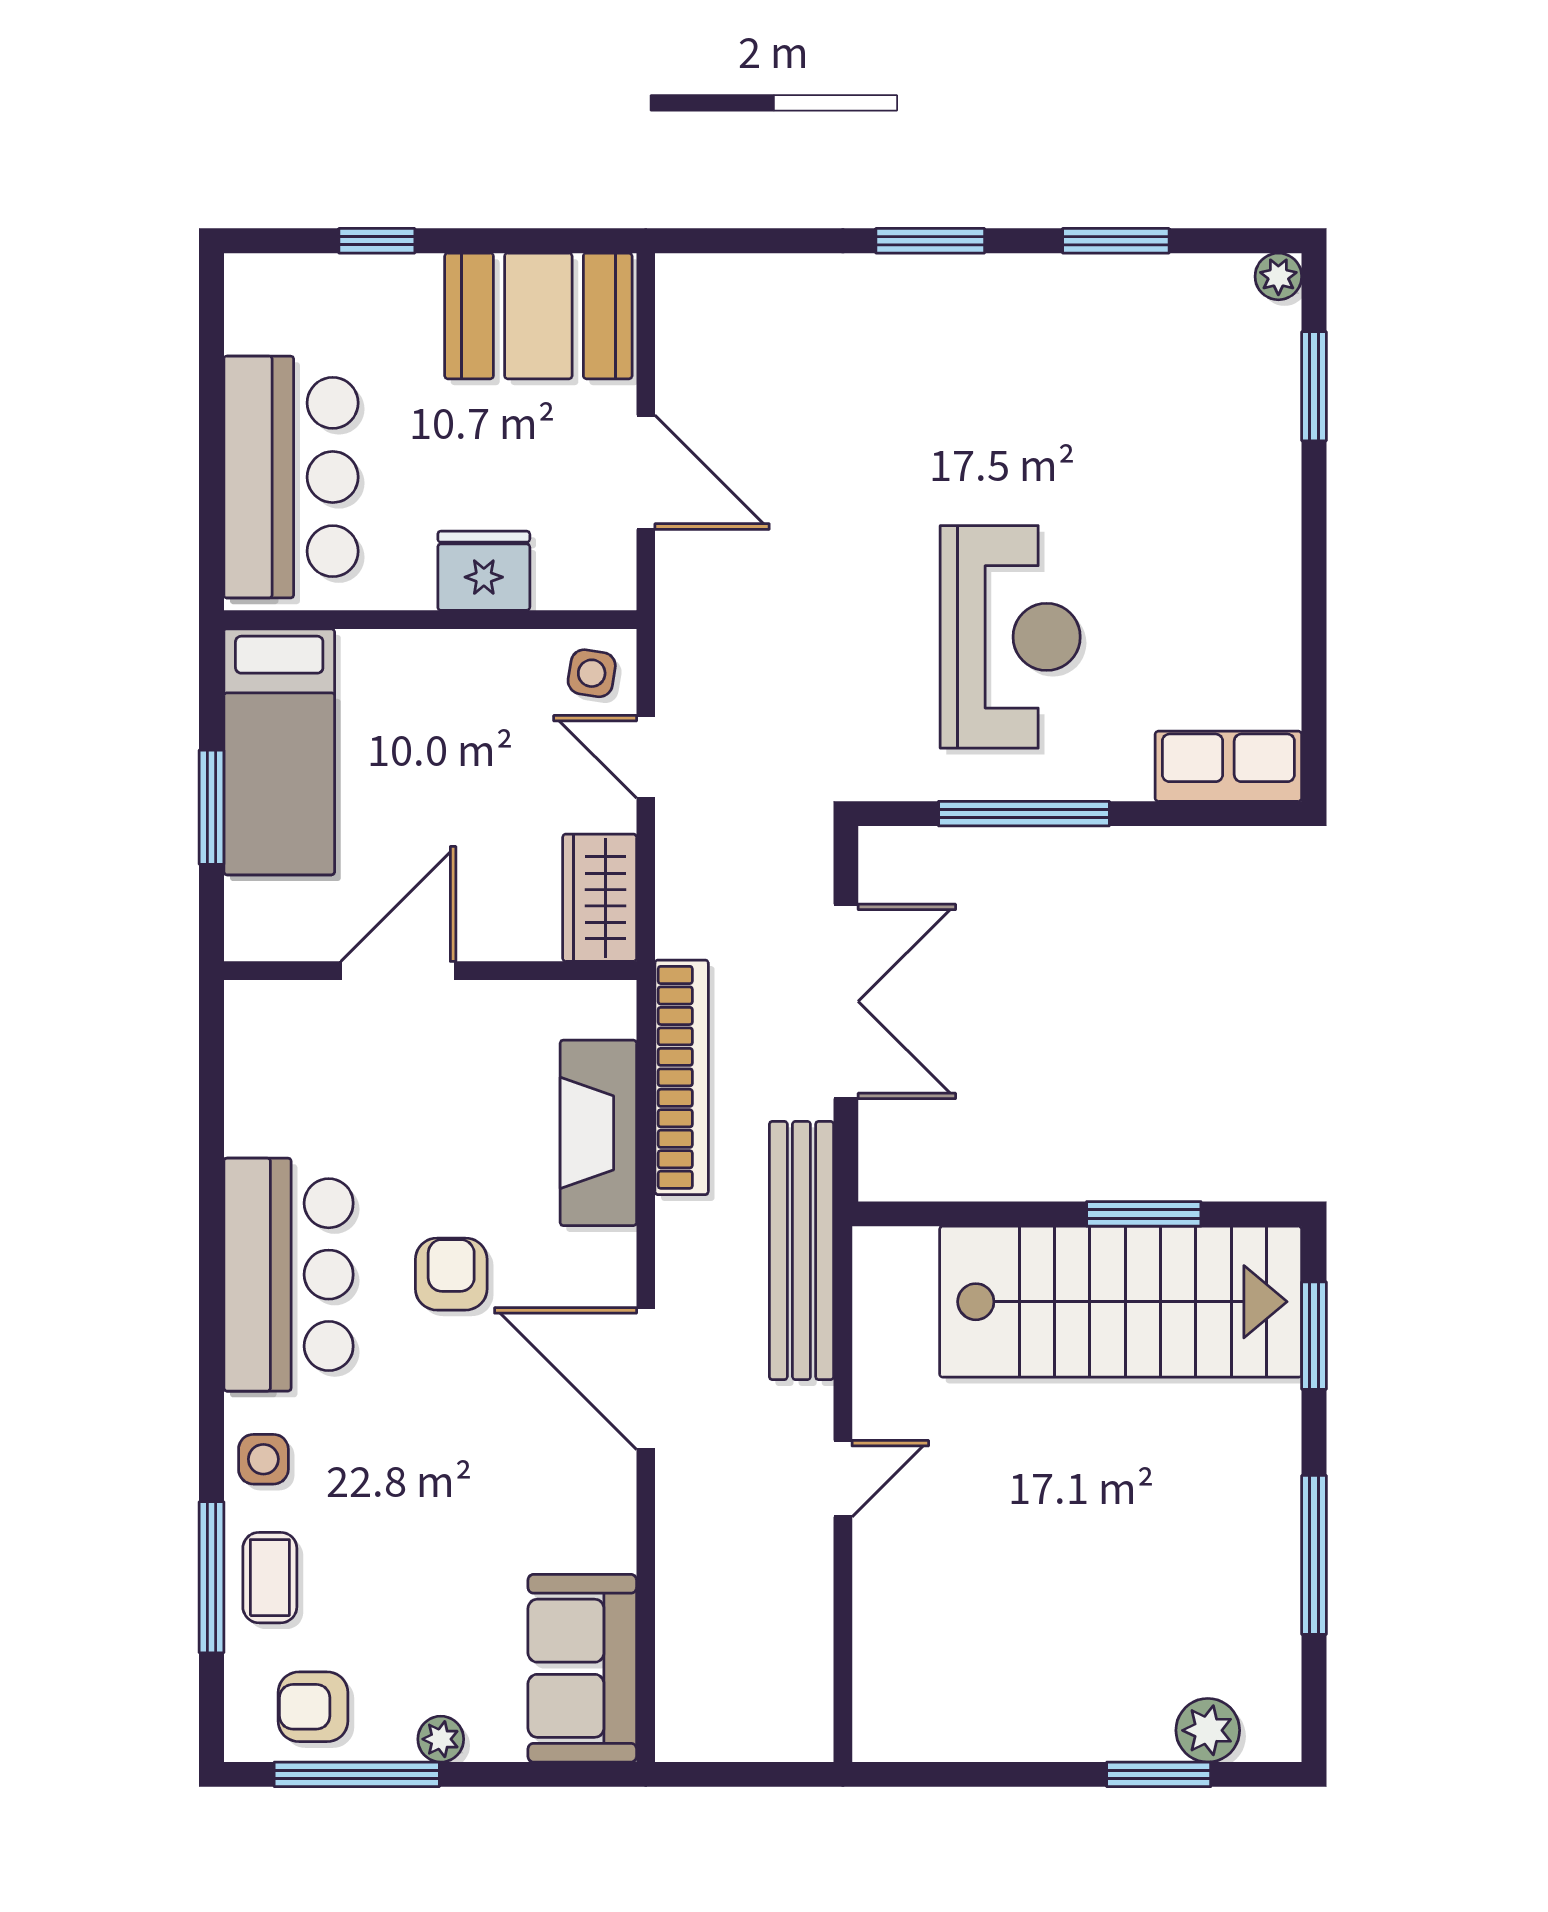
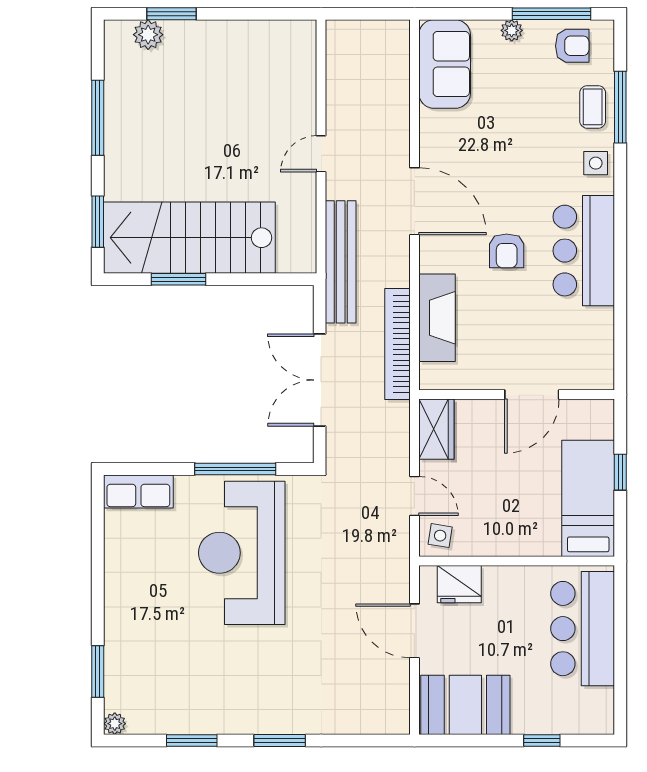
fridge: (484, 571) -> (459, 584), moved
reception desk: (1010, 637) -> (242, 553), width x1.36, depth x1.30
window: (212, 807) -> (620, 472), width x0.67

